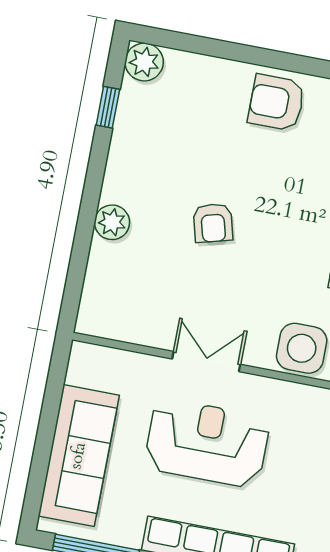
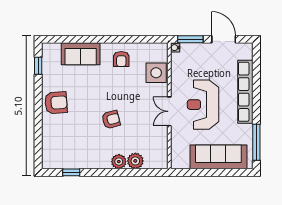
plant: (144, 62) -> (135, 161), moved
armchair: (276, 103) -> (56, 103), turned -94

